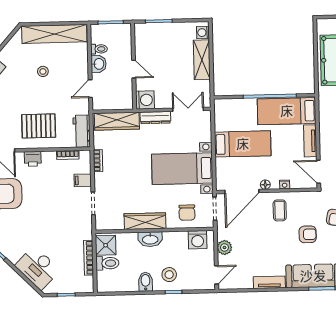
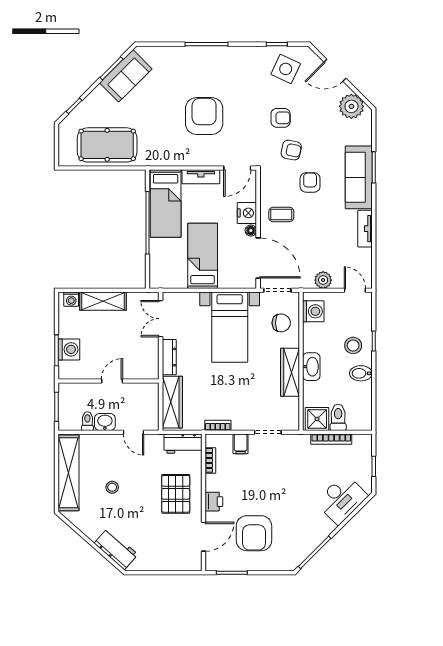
washing machine: (145, 100) -> (69, 349), moved, turned 90
nightstand: (285, 184) -> (247, 213), width x1.89, depth x1.79

